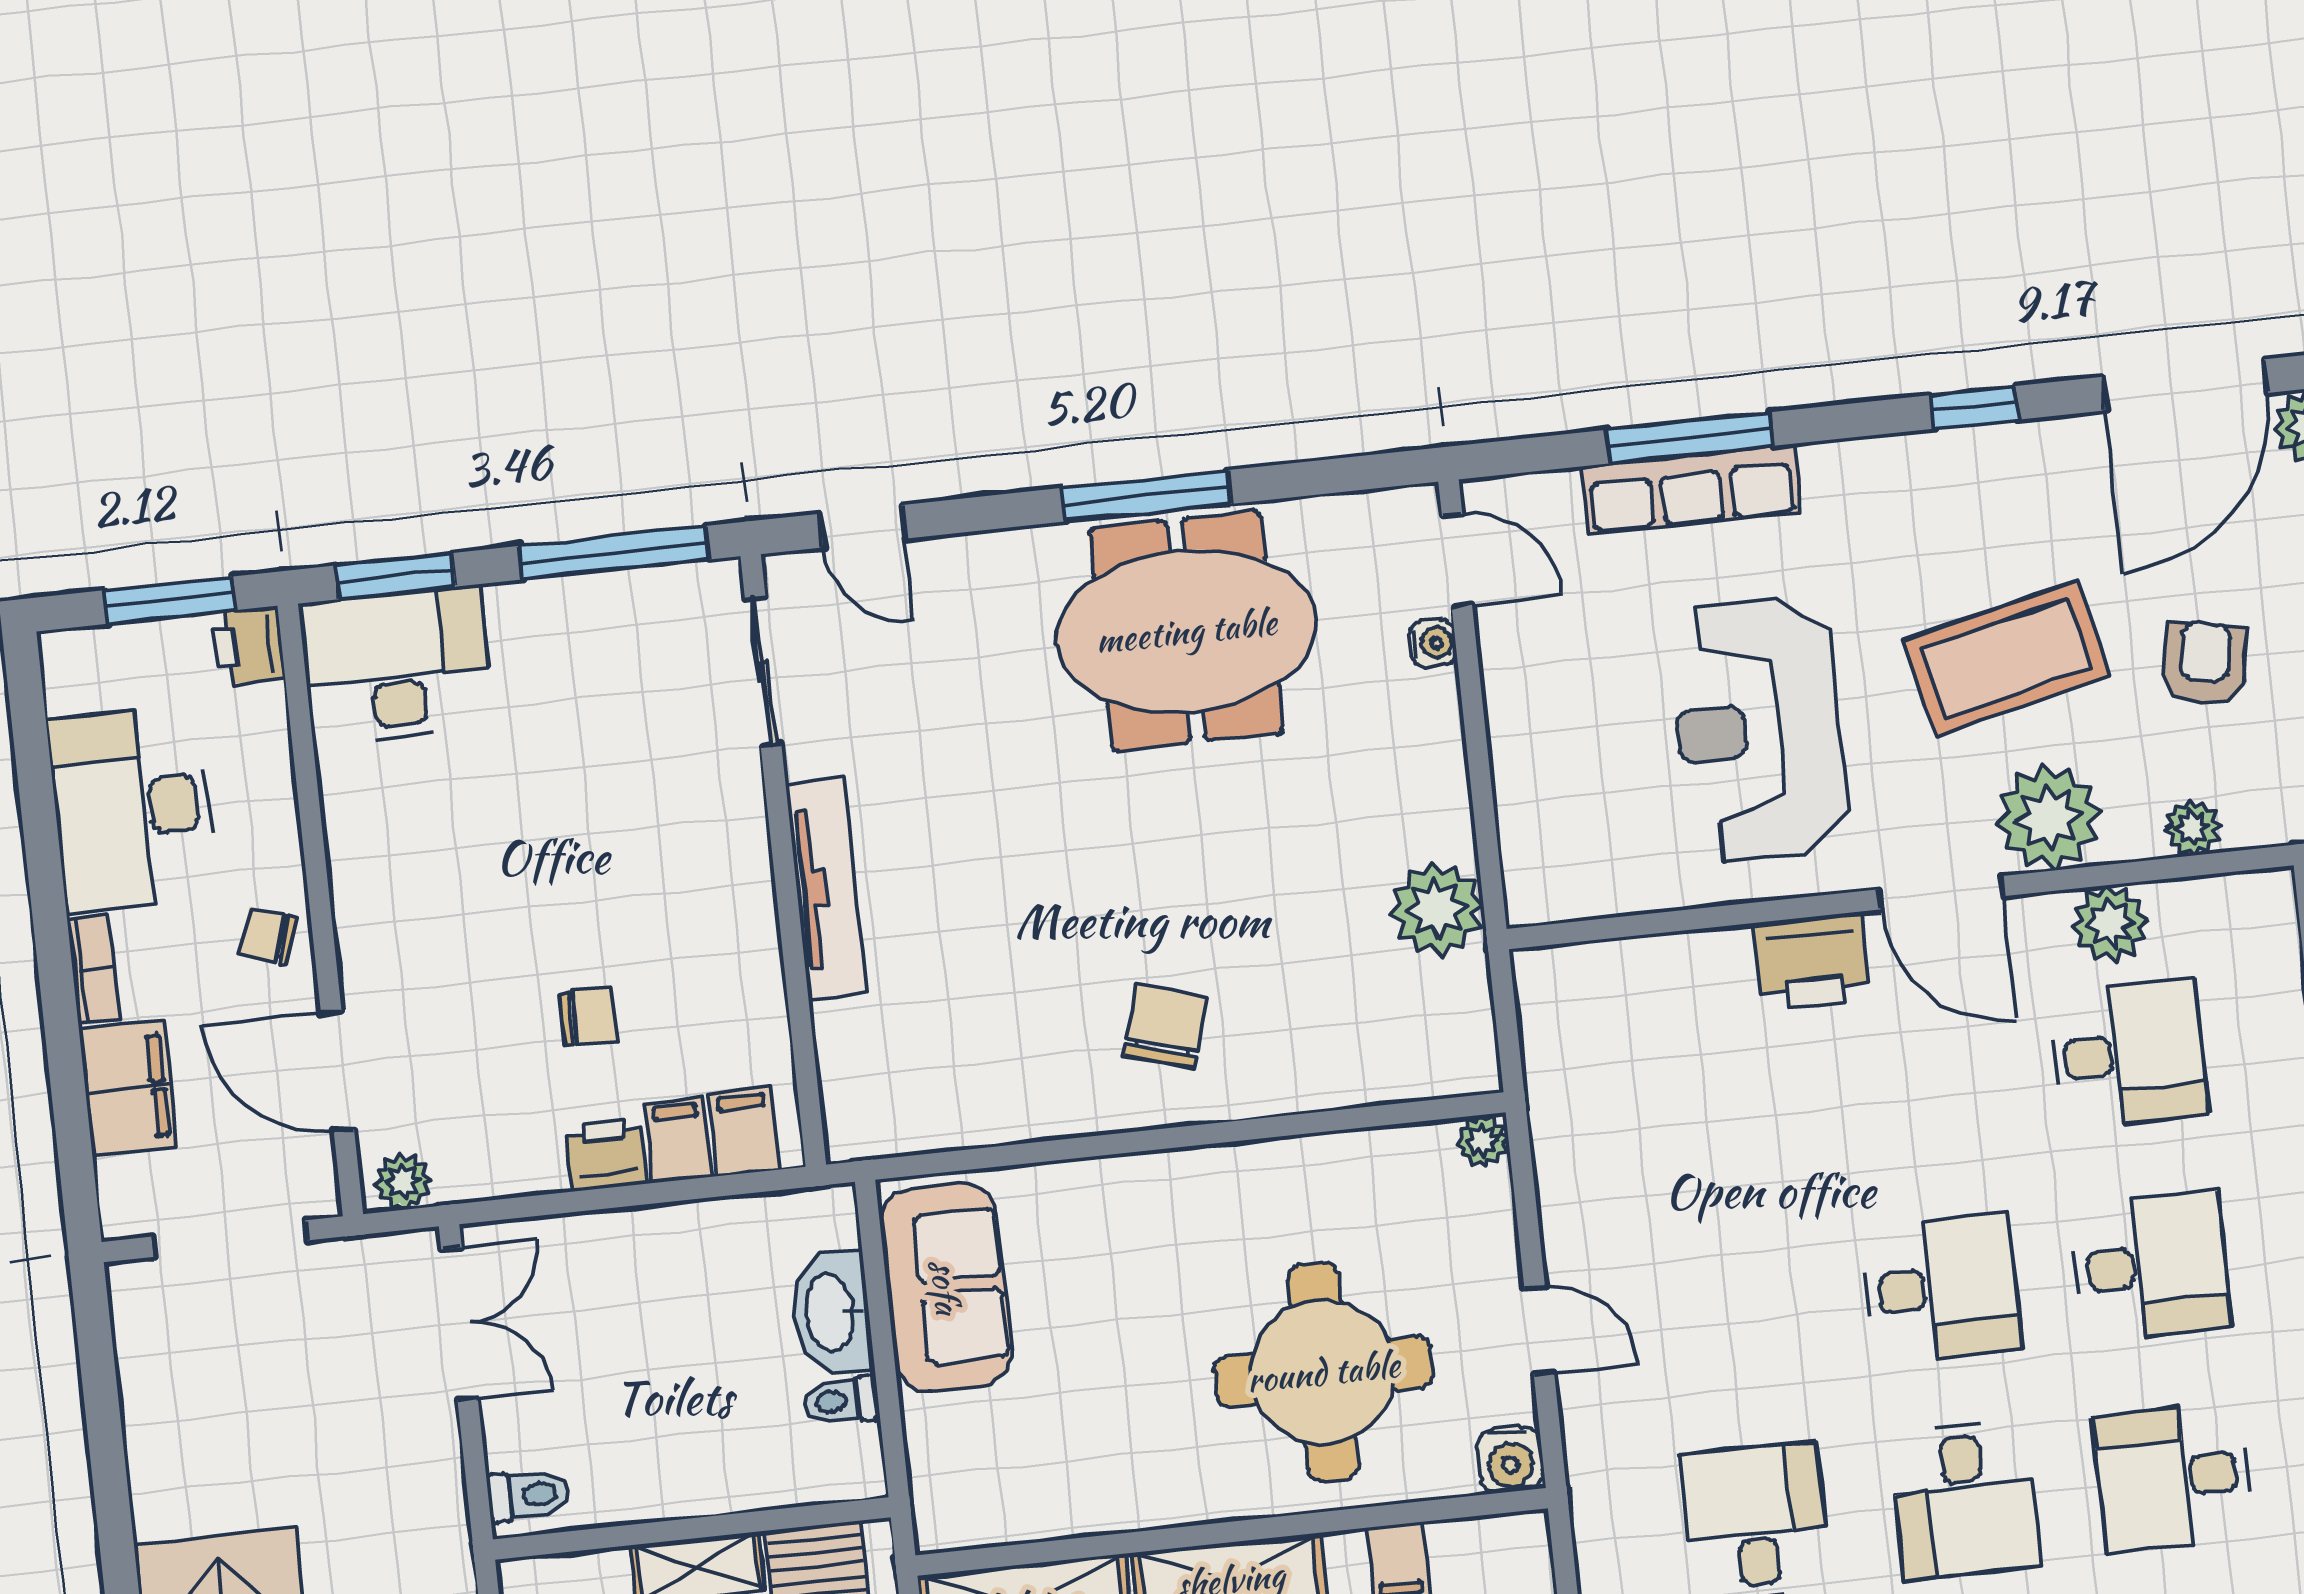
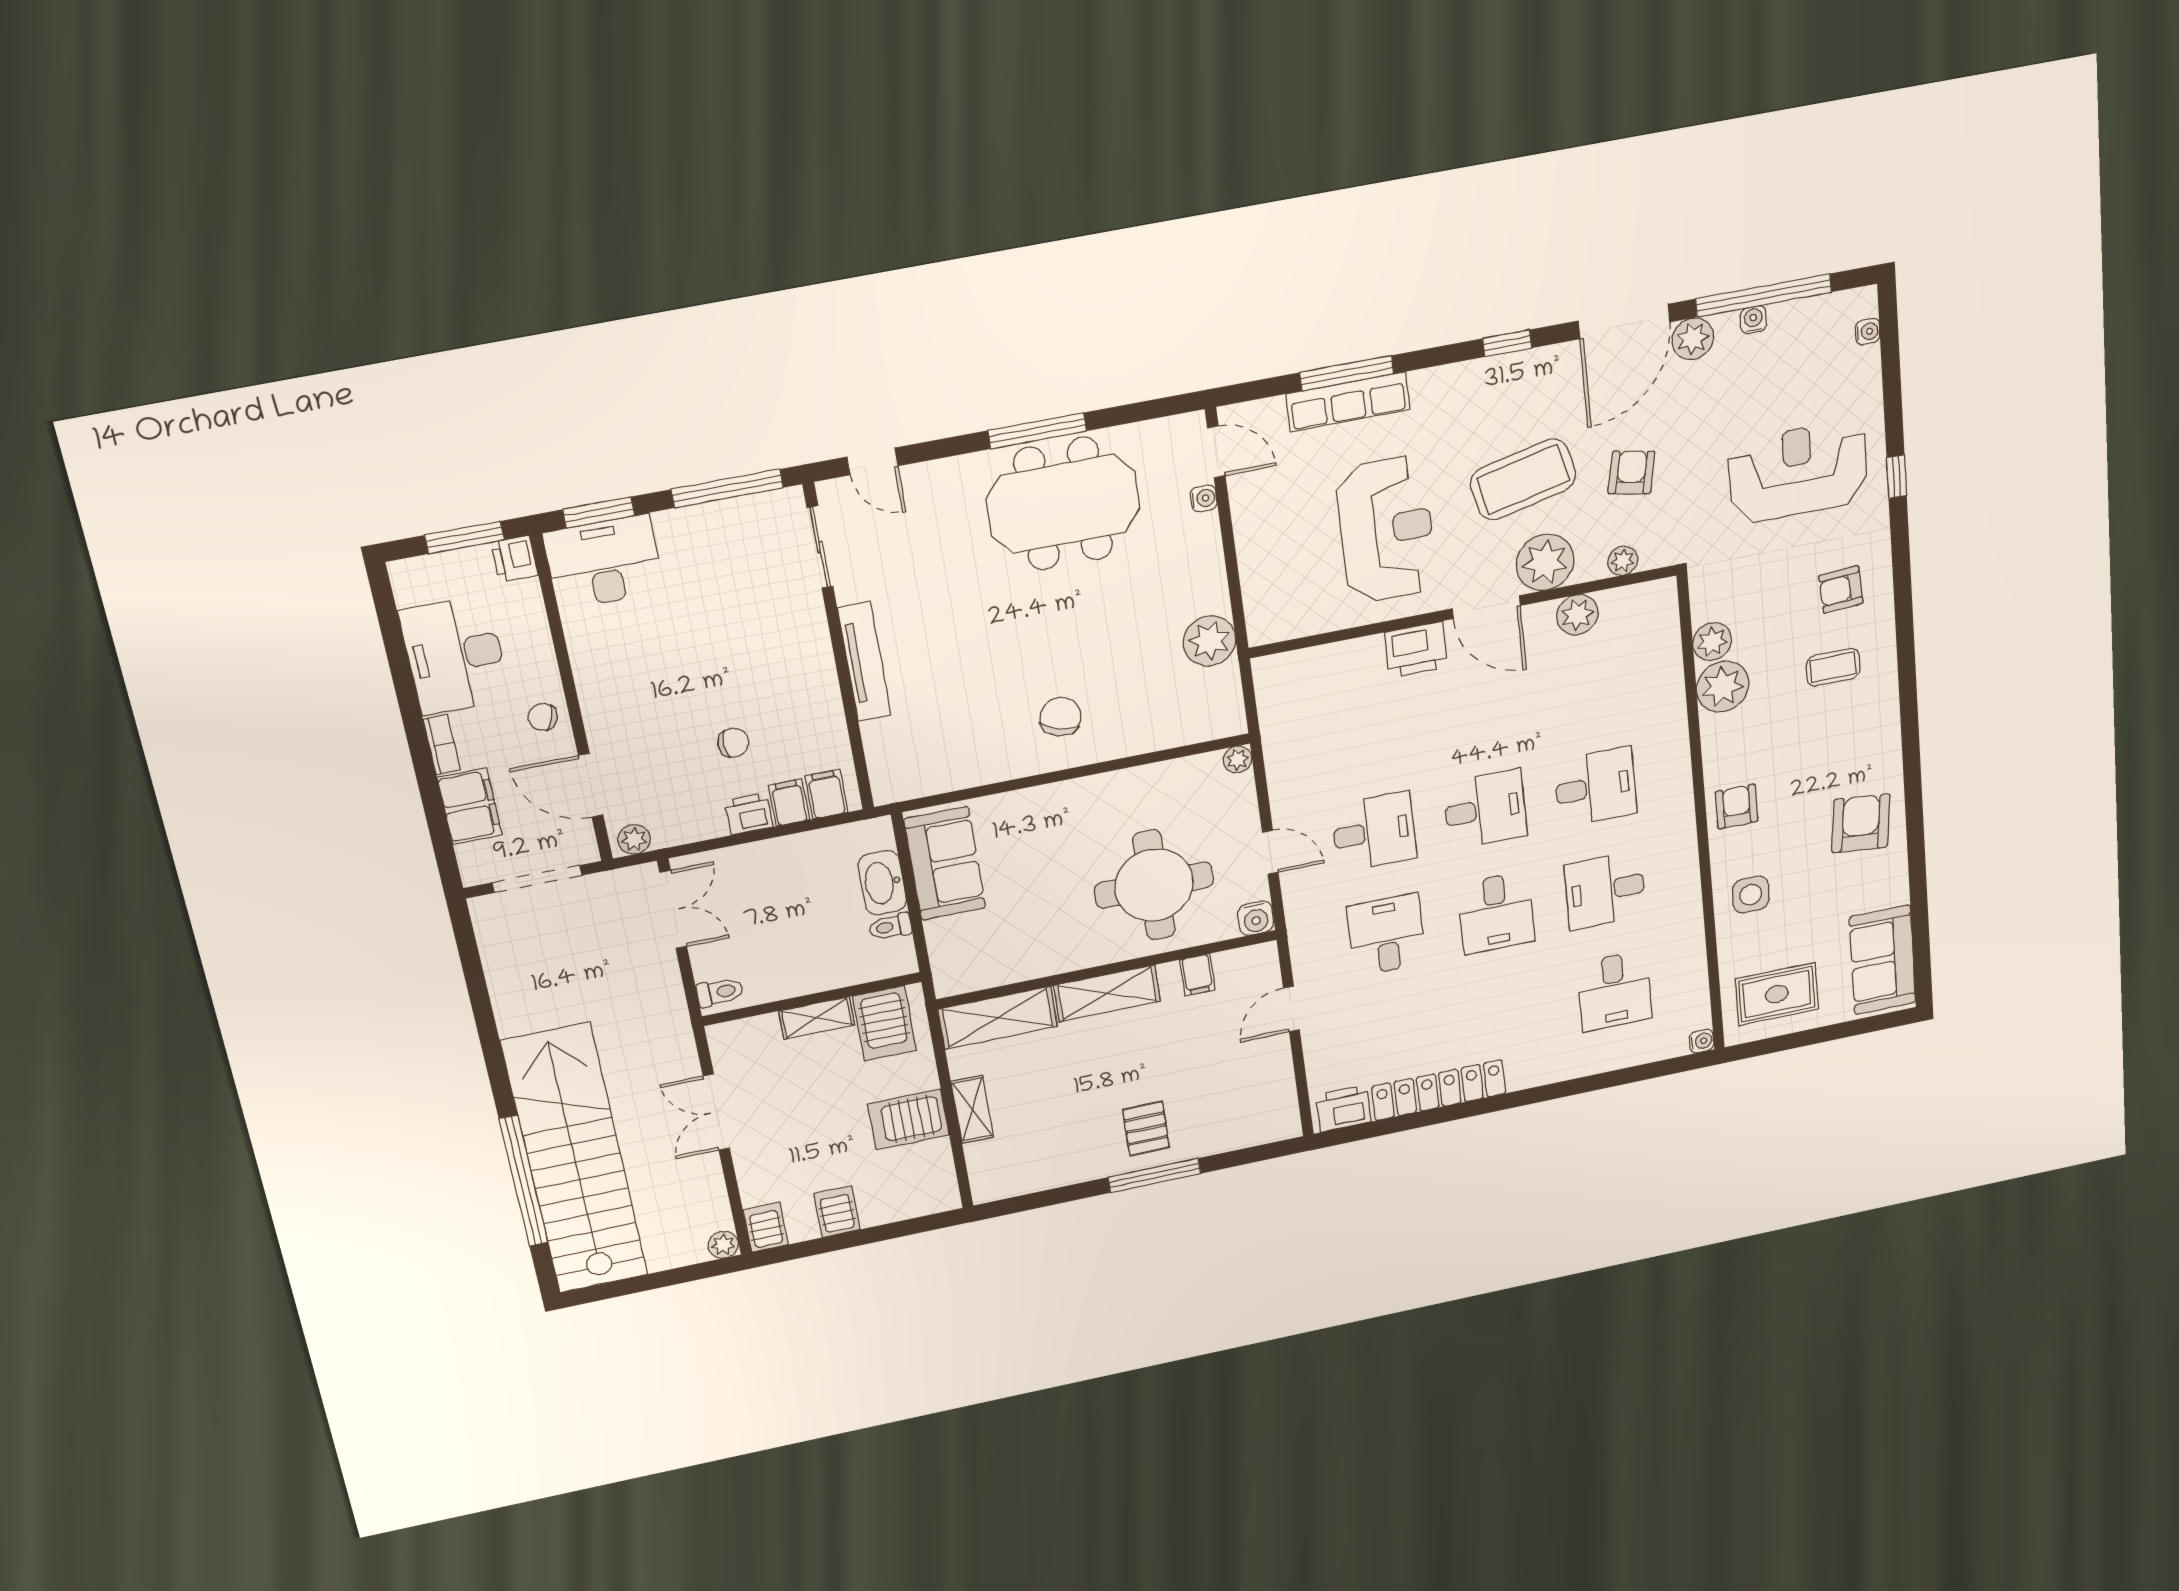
reception desk: (1759, 730) -> (1386, 529), turned 180
desk: (2128, 1054) -> (1374, 832), moved

